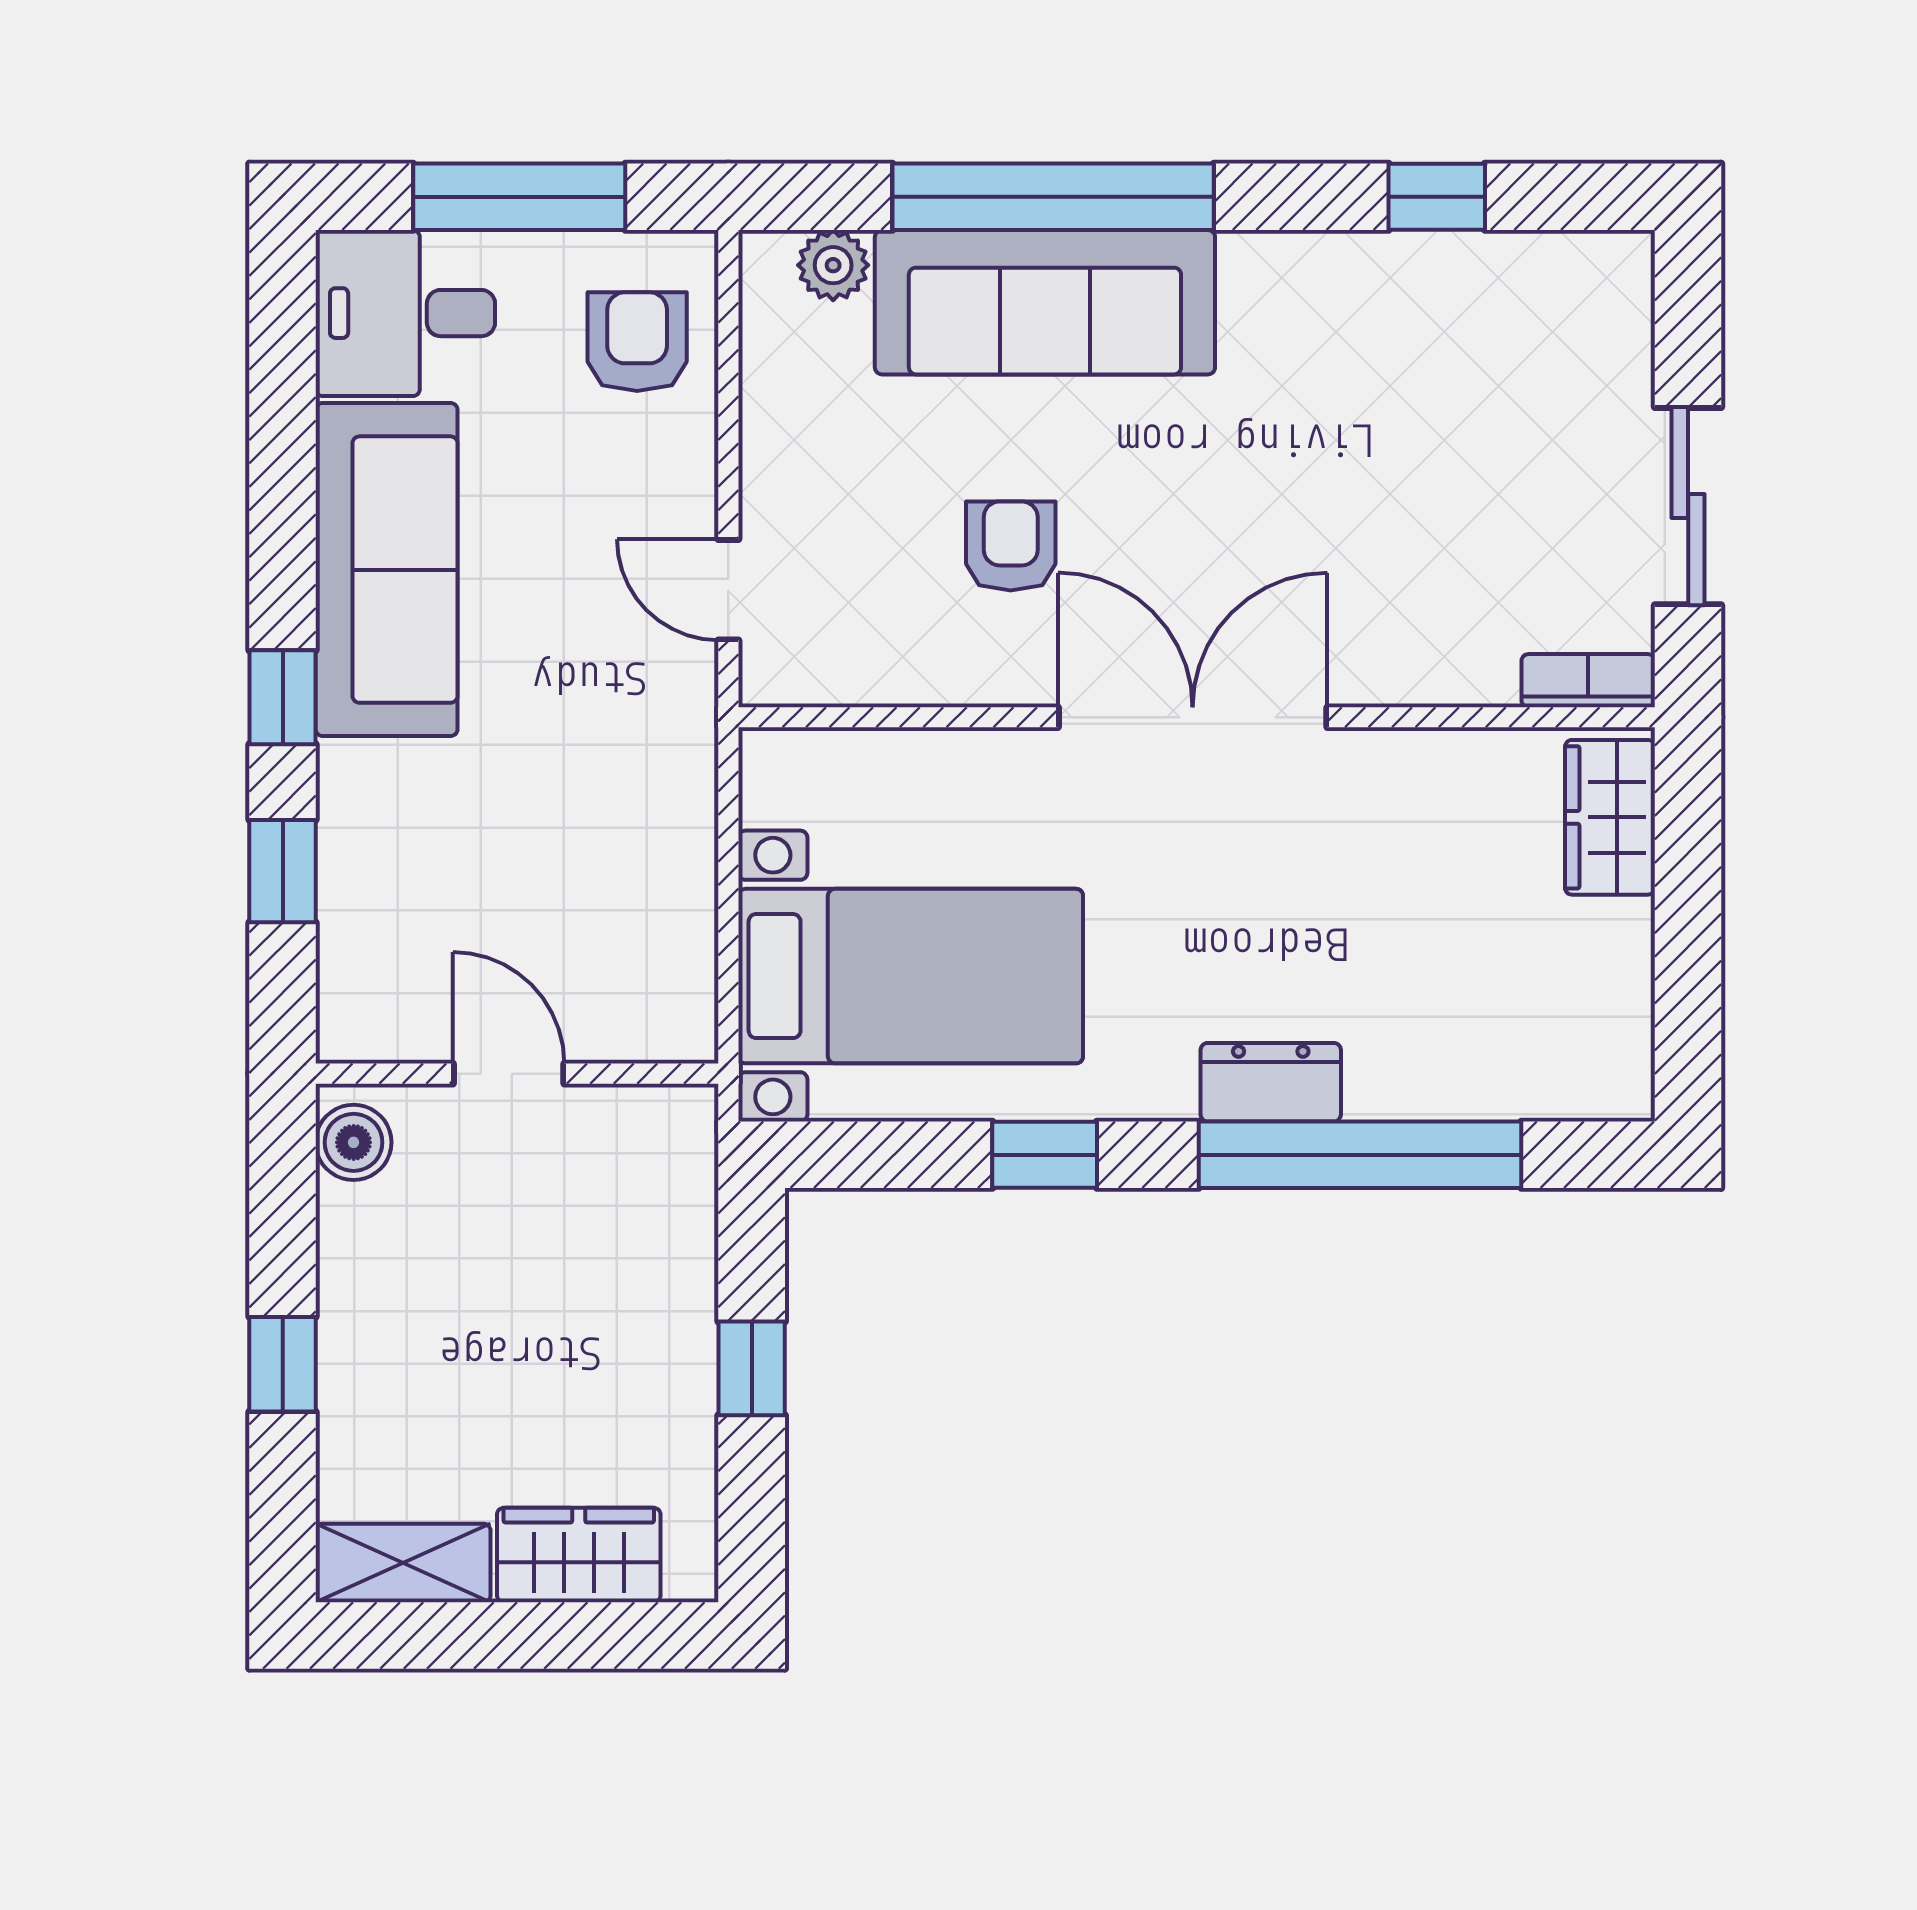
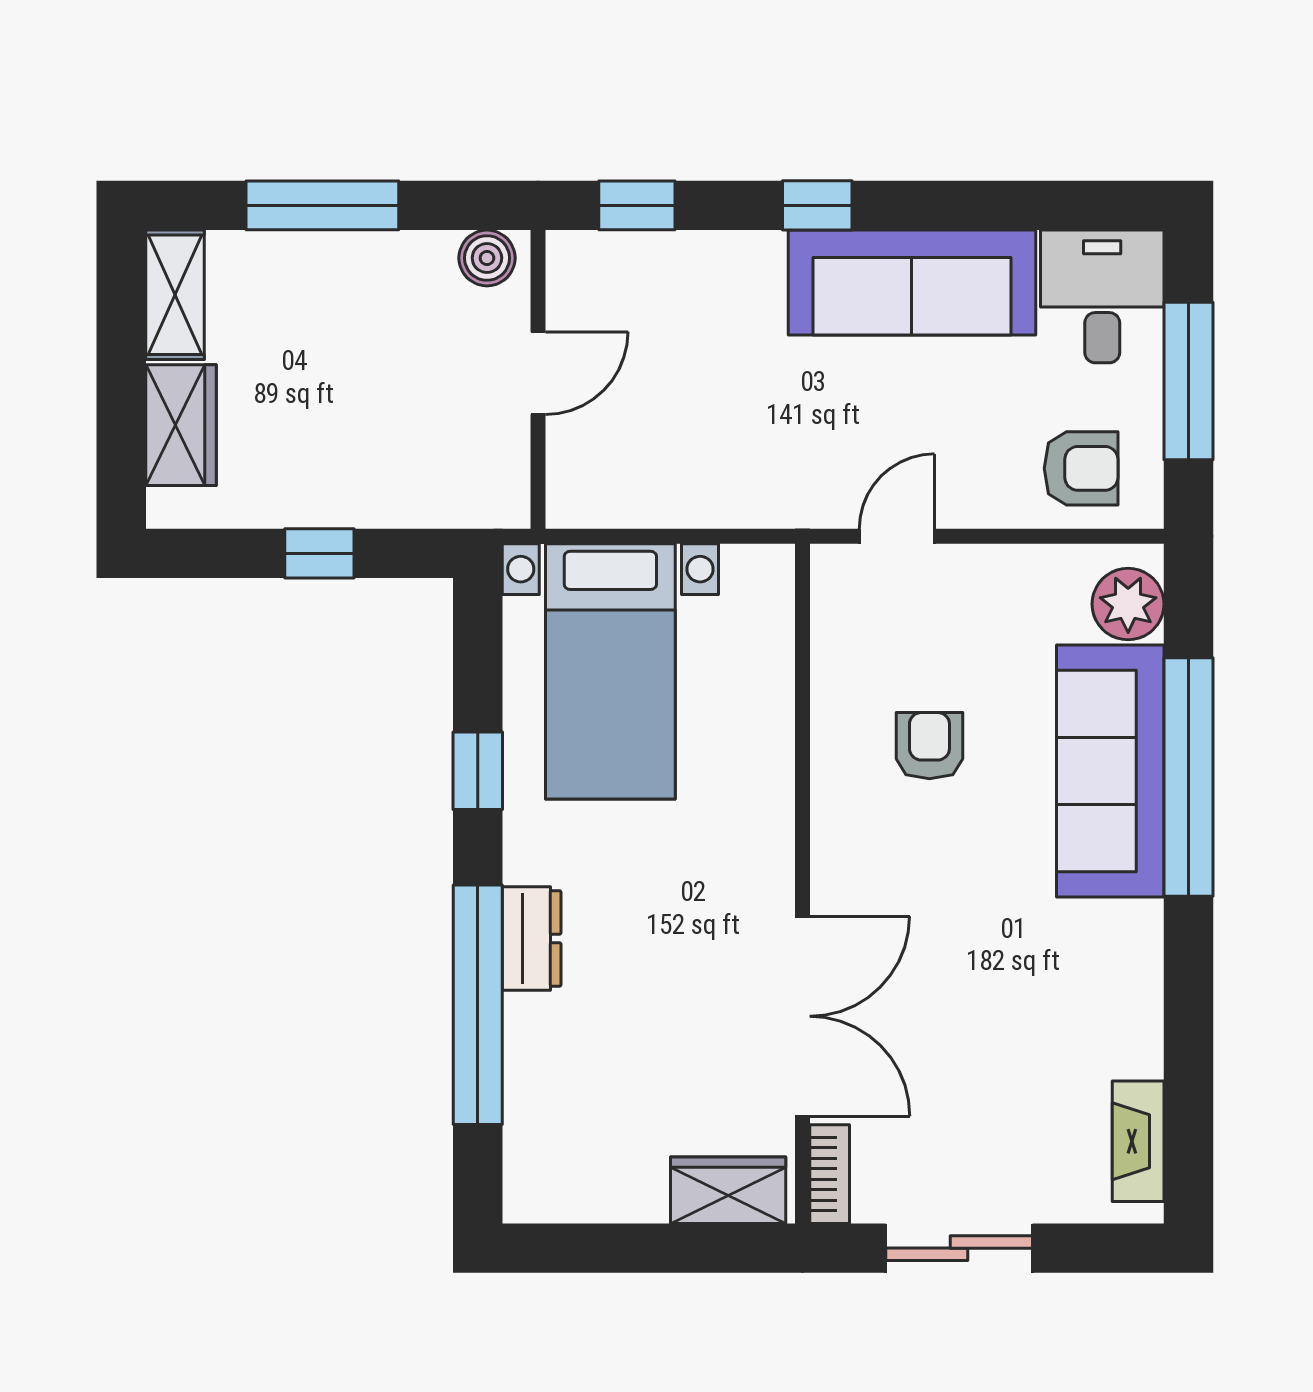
window: (1437, 197) -> (1188, 1062), removed
plant: (833, 265) -> (1128, 604), width x1.38, depth x1.38
fireplace: (1544, 265) -> (1138, 1141), added
armchair: (1011, 546) -> (929, 746), turned -90
double door: (1193, 717) -> (802, 1016), moved
window: (283, 871) -> (637, 205), moved
window: (283, 1364) -> (322, 205), width x2.17

